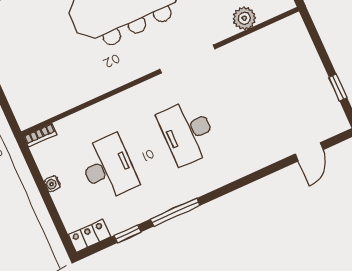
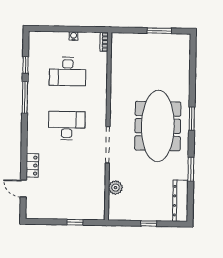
window: (338, 87) -> (75, 222), moved
locker: (89, 236) -> (32, 165), moved

